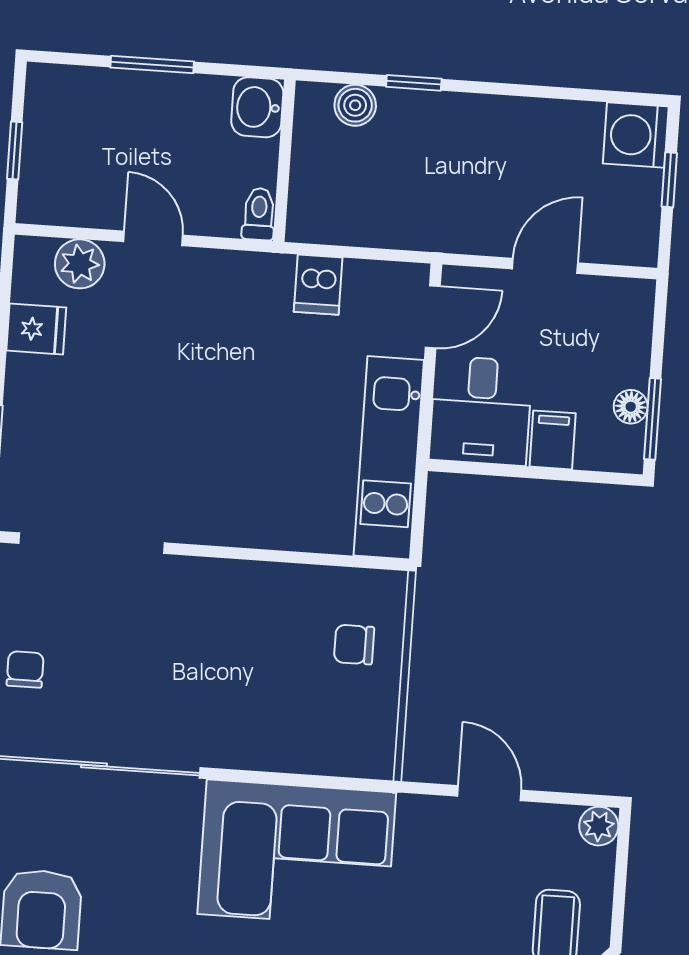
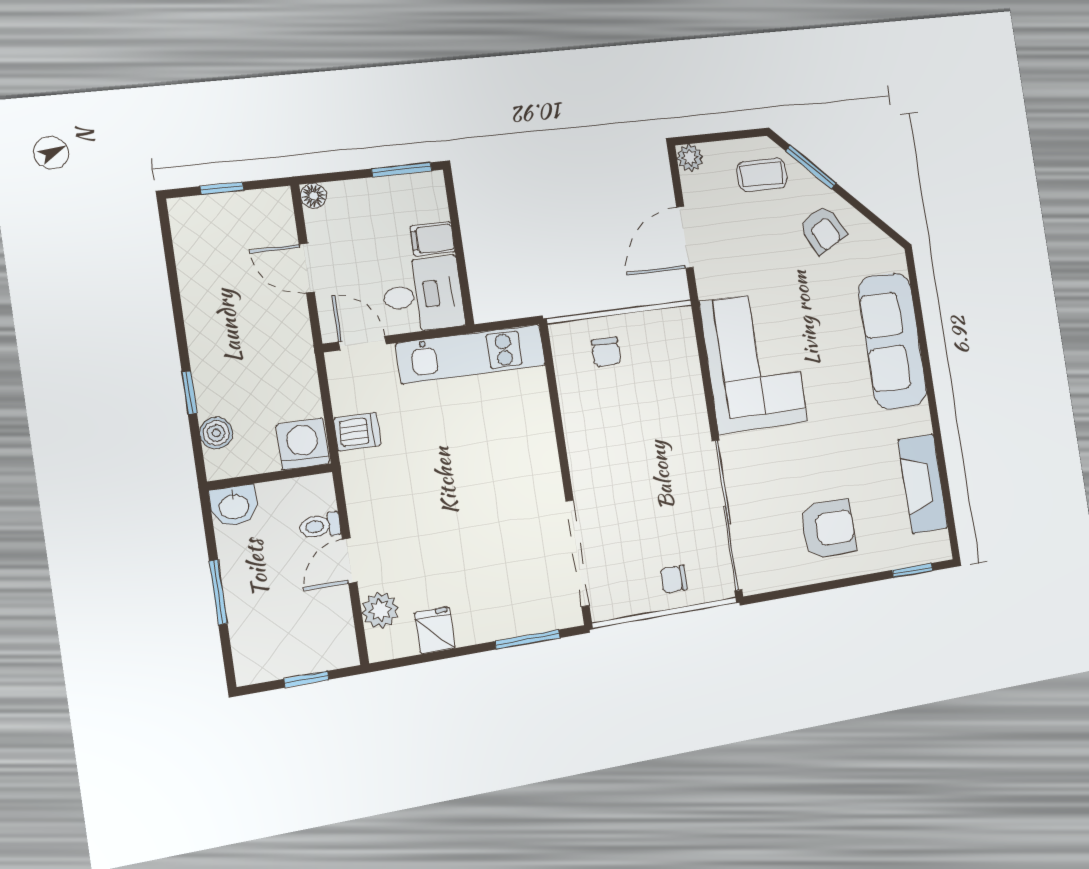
washing machine: (636, 135) -> (303, 444), moved, turned 180
toilet: (259, 214) -> (320, 526), moved
floor lamp: (631, 407) -> (314, 196), moved
door: (489, 793) -> (685, 237), width x1.37

